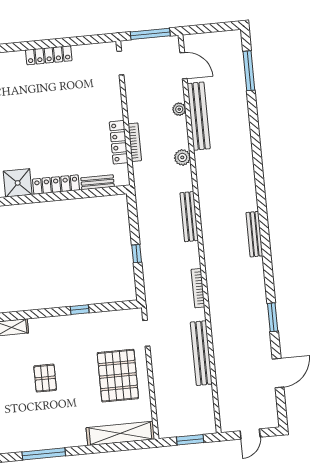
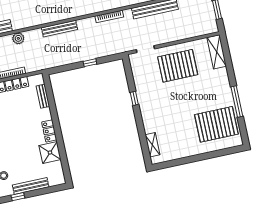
locker: (56, 185) -> (49, 131), width x0.66
pallet: (45, 378) -> (216, 124), moved, width x2.05, depth x2.00
shelving: (120, 433) -> (217, 52), width x0.68
window: (44, 454) -> (237, 102), moved

